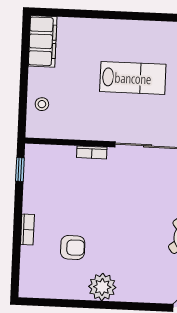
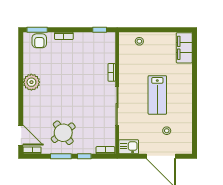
filing cabinet: (43, 41) -> (184, 48), moved, turned 90
armchair: (73, 248) -> (39, 41), moved
window: (15, 274) -> (37, 30), added

